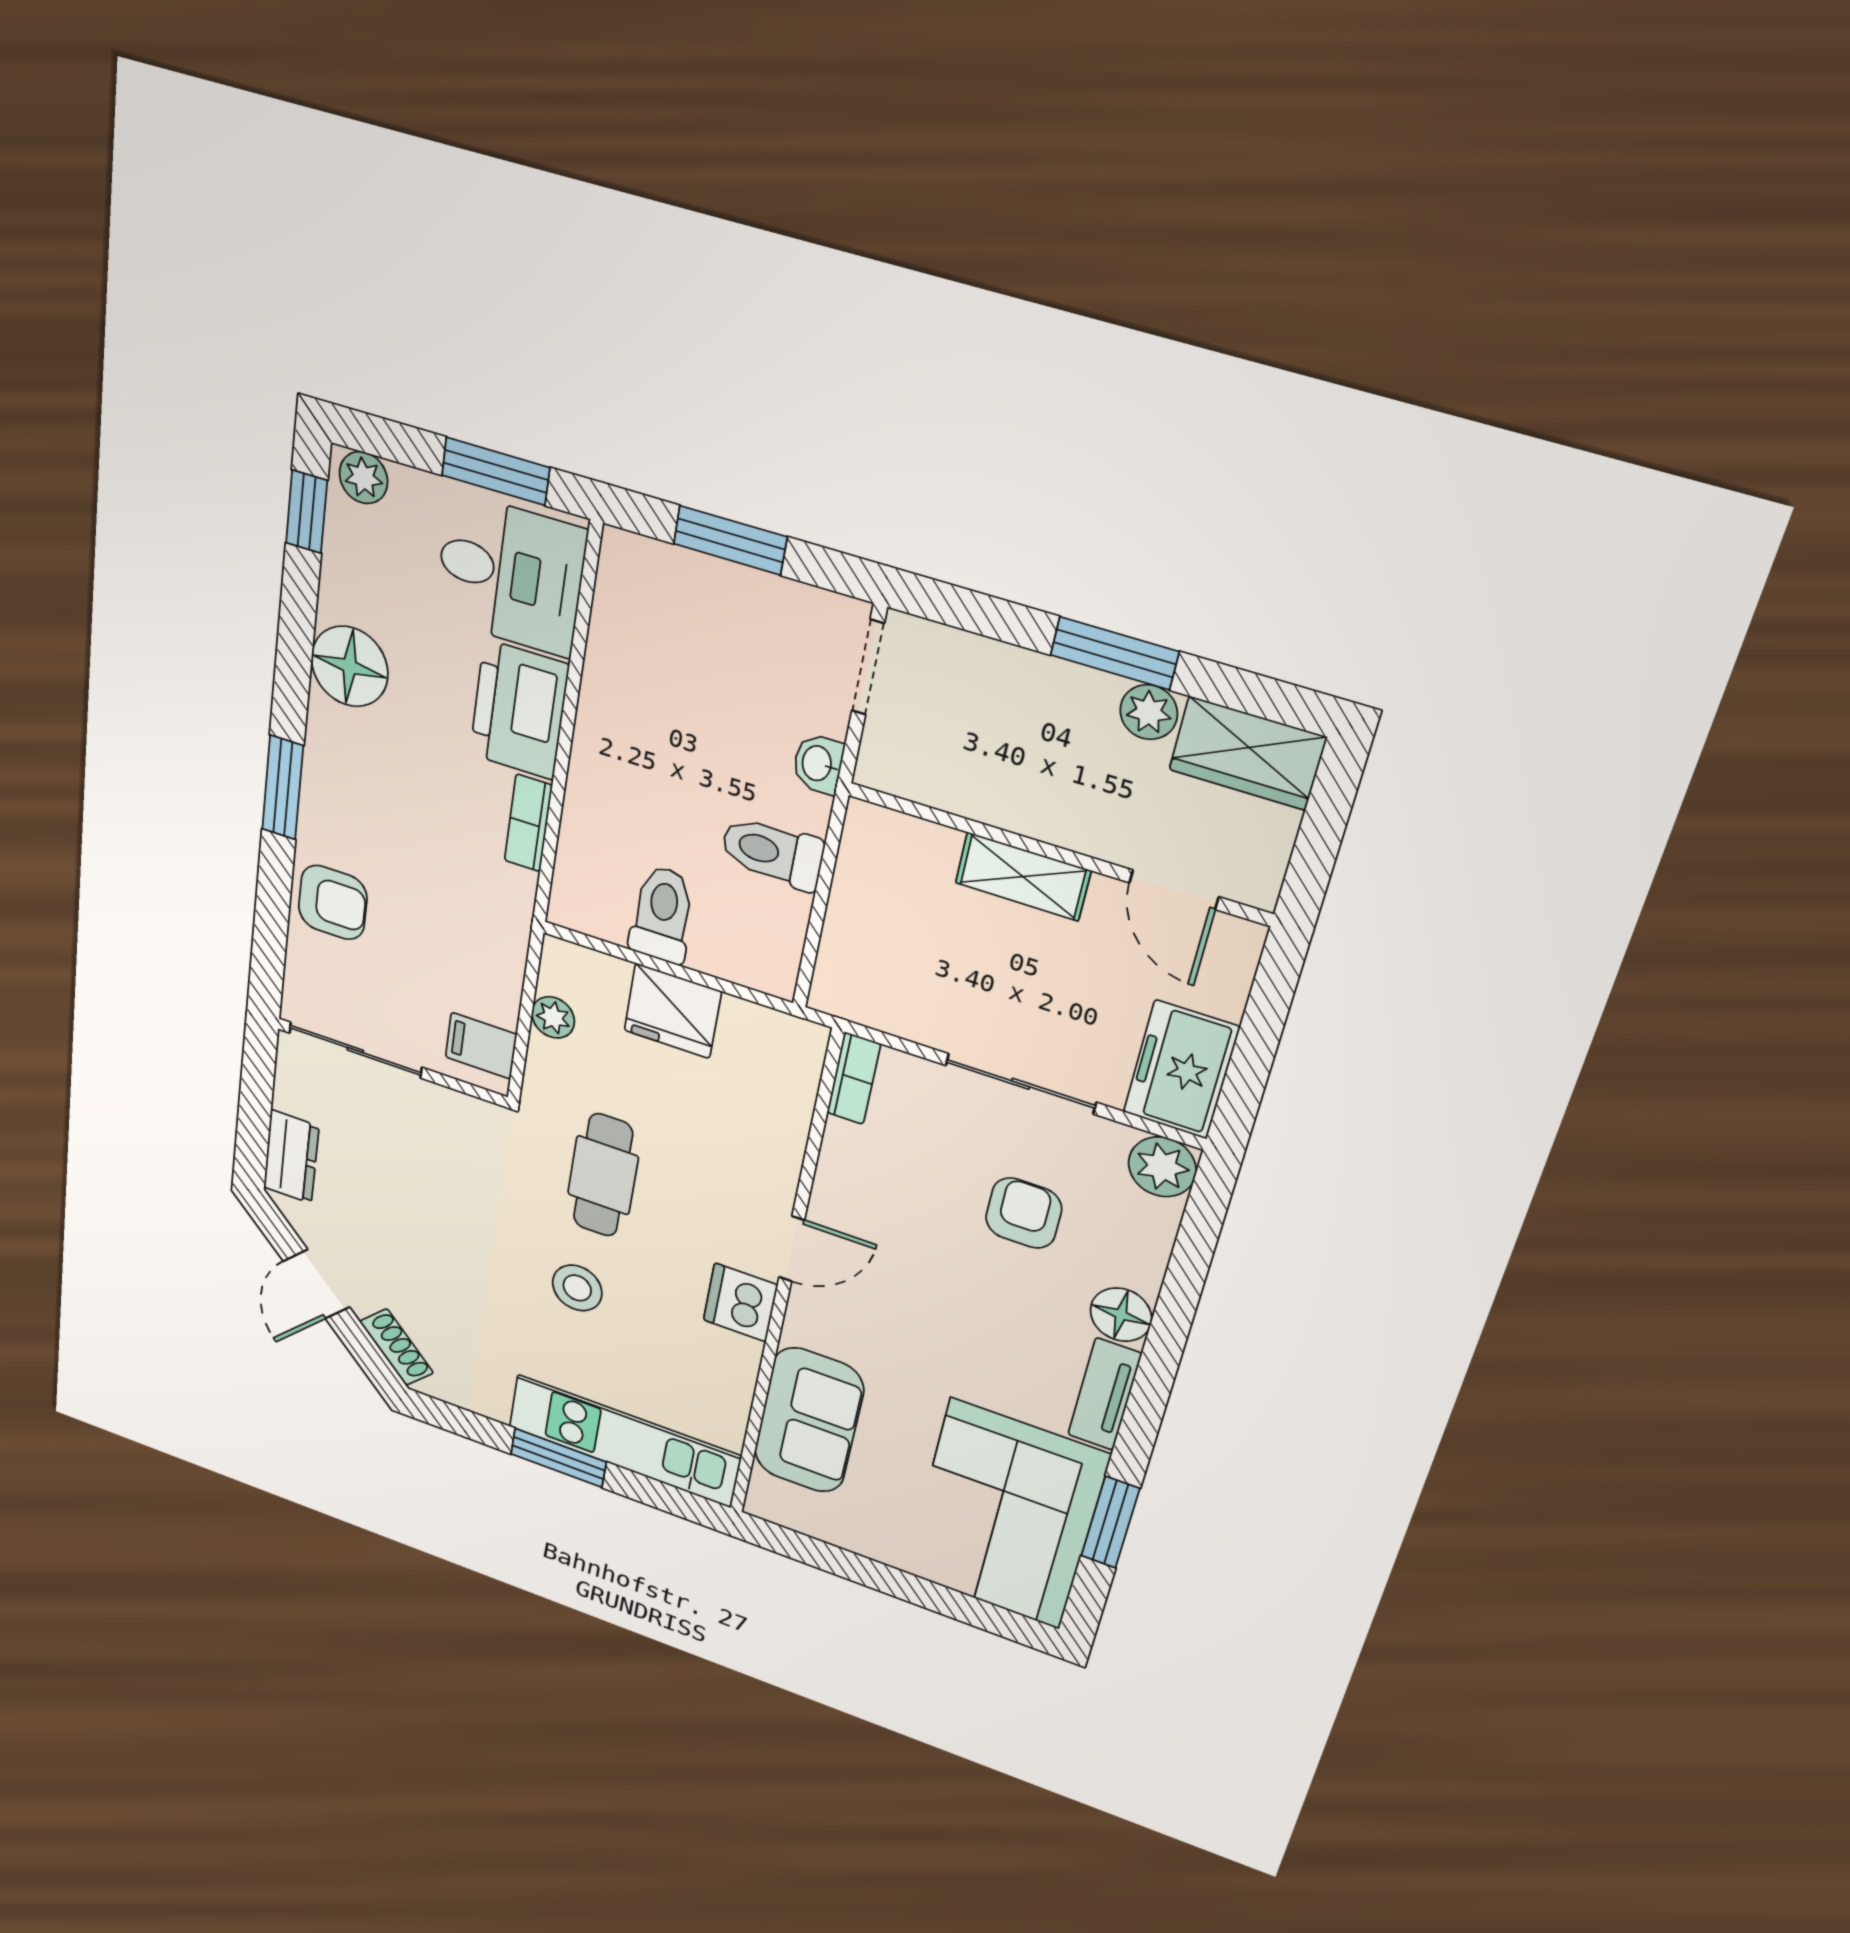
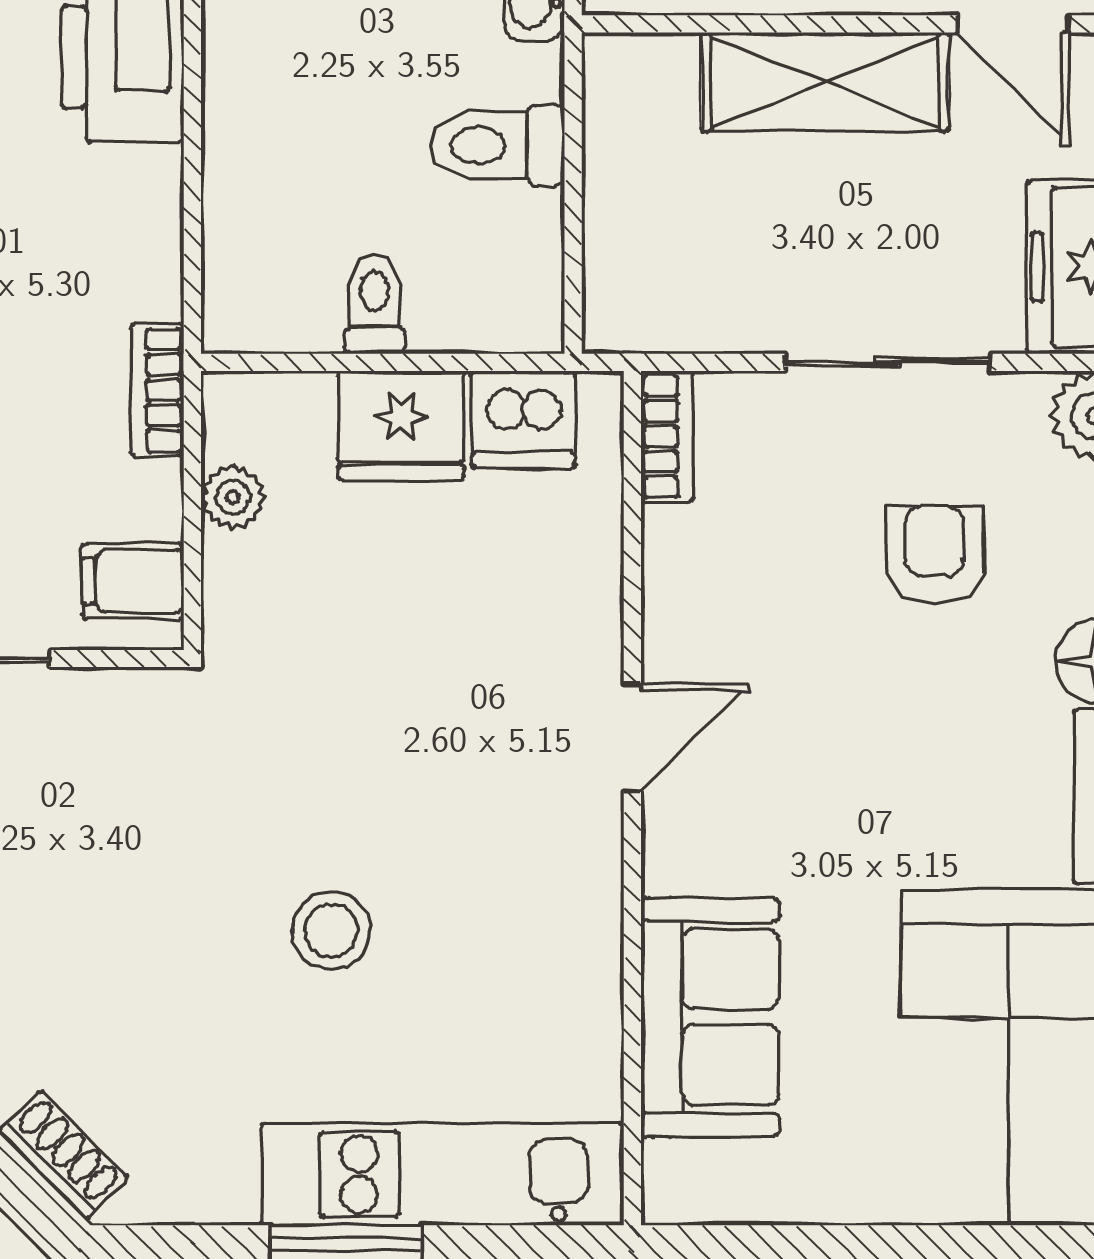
bookcase: (528, 823) -> (157, 390), moved
shelving: (1023, 877) -> (825, 82), width x1.50, depth x1.33
toilet: (662, 914) -> (375, 305), width x0.73, depth x0.72
cafe table: (603, 1175) -> (342, 724), removed
dishwasher: (740, 1302) -> (523, 419), moved, turned -90

